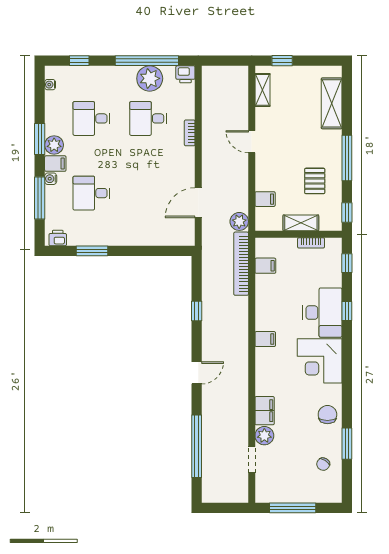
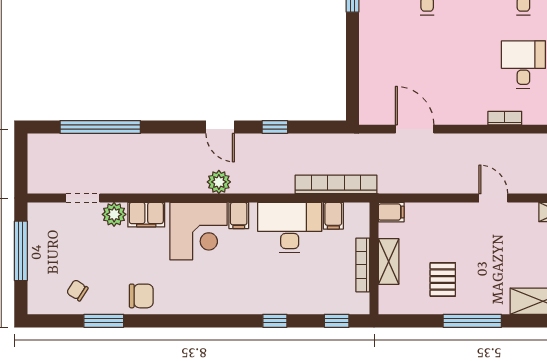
door: (252, 142) -> (493, 198), hinge flipped
pallet: (315, 181) -> (443, 279), turned 90
filing cabinet: (265, 199) -> (391, 212), moved, turned -90
window: (347, 213) -> (402, 321), removed
plant: (239, 221) -> (219, 182), moved
bookcase: (311, 243) -> (363, 265), width x1.56
desk: (322, 313) -> (290, 227), moved, turned 180
corner desk: (320, 361) -> (198, 231), moved, turned 180
door: (197, 373) -> (220, 127), moved

